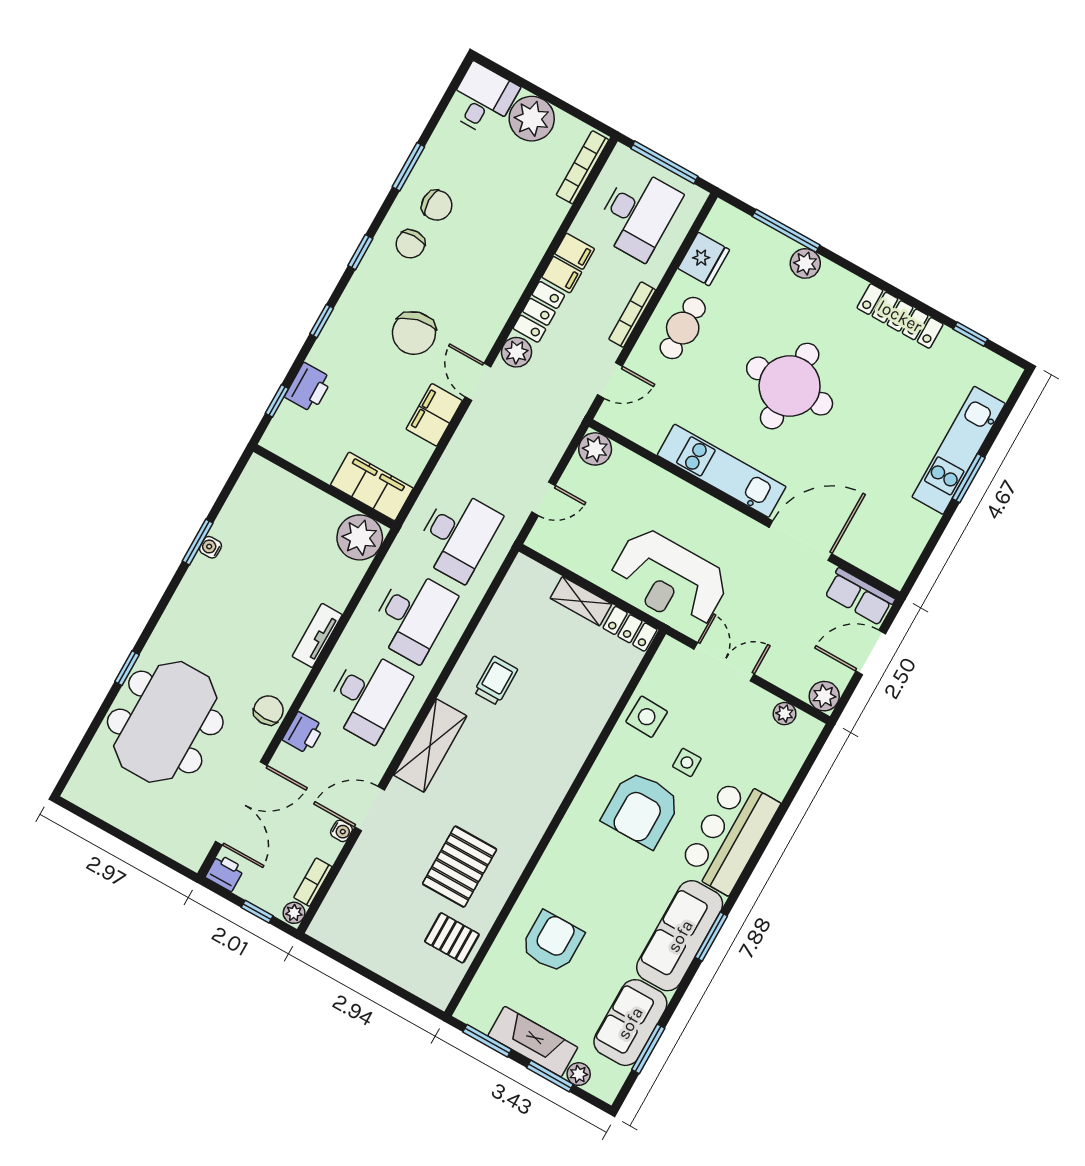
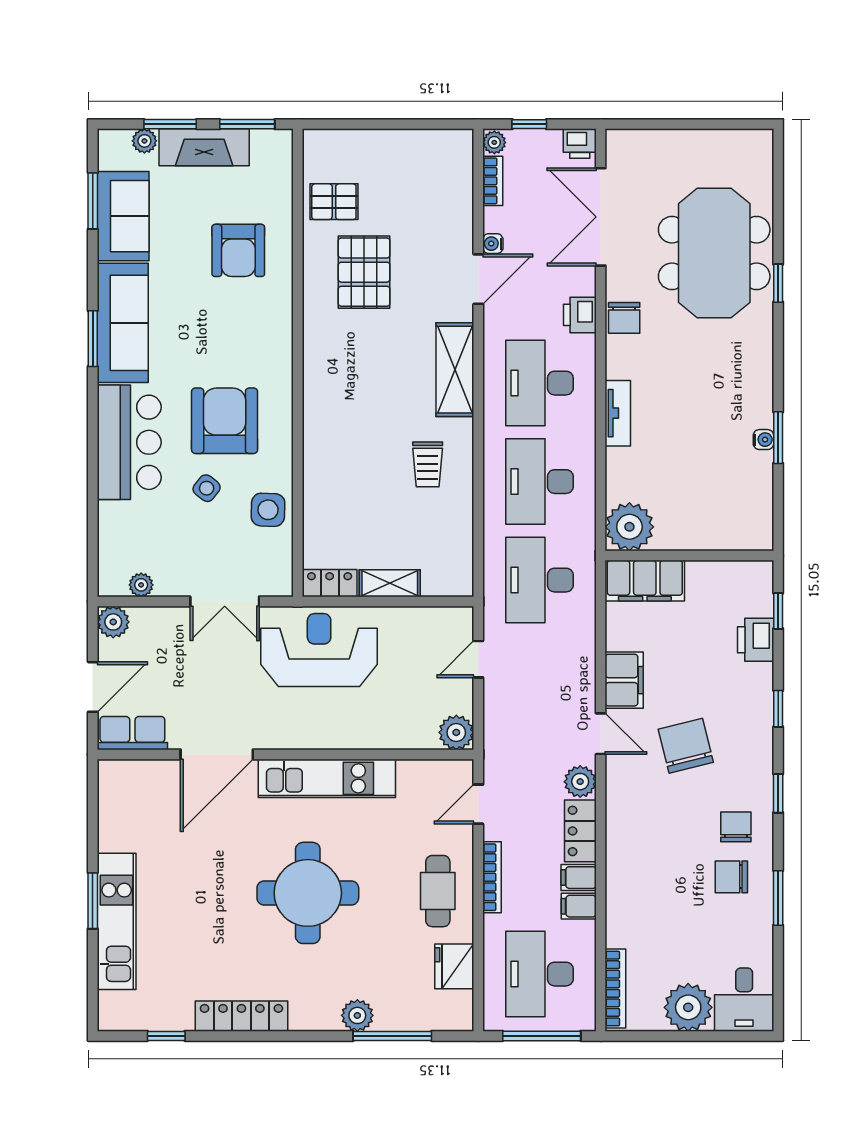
side table: (687, 762) -> (207, 488), turned 38

